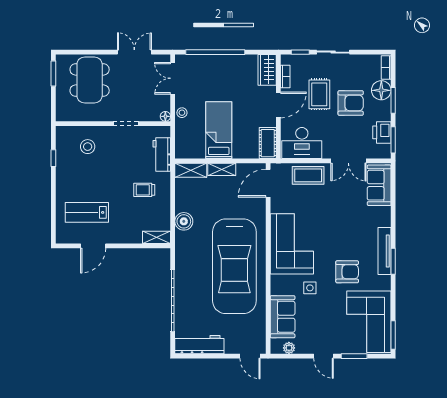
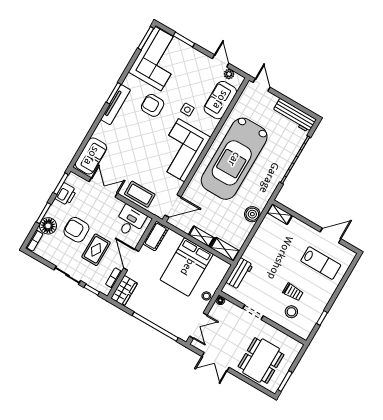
door: (278, 105) -> (131, 260), hinge flipped
bed: (219, 130) -> (187, 267), width x1.50
desk: (302, 143) -> (130, 221), width x0.73
trolley: (144, 190) -> (293, 292), moved
car: (234, 266) -> (234, 159), turned 180
door: (324, 356) -> (221, 61), moved

